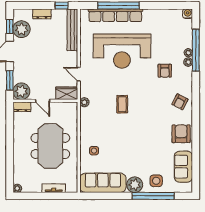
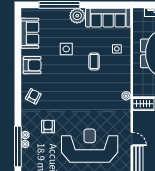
door: (79, 74) -> (132, 139), moved
coffee table: (122, 104) -> (94, 61), moved
armchair: (181, 134) -> (32, 65), turned -90
side table: (156, 181) -> (66, 49), moved

